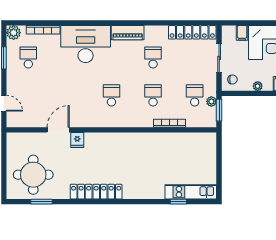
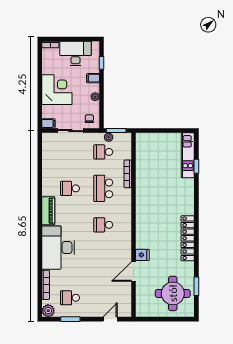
locker: (192, 32) -> (48, 154), removed
filing cabinet: (242, 33) -> (48, 123), moved
school desk: (153, 95) -> (103, 188), width x1.85
door: (58, 130) -> (133, 272), hinge flipped

